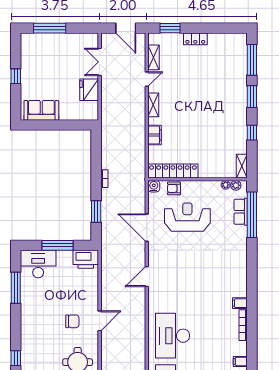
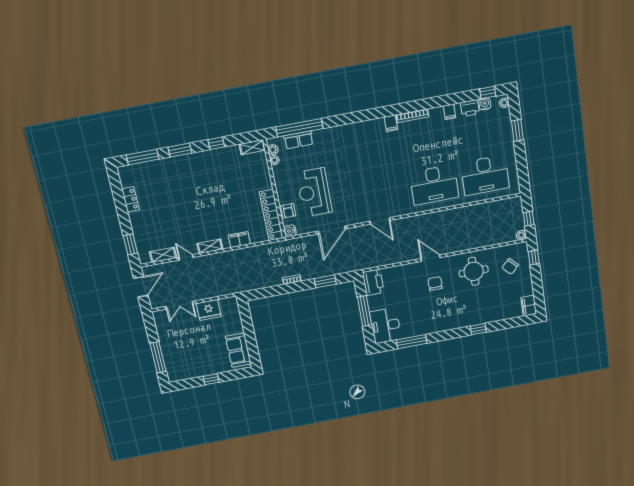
locker: (195, 39) -> (131, 199), moved

